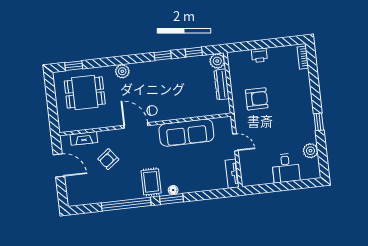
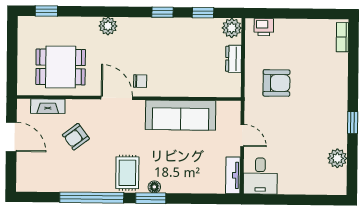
printer: (259, 55) -> (264, 27), moved
dresser: (222, 84) -> (234, 59), width x0.70
dining table: (85, 92) -> (61, 67), moved
desk: (286, 168) -> (260, 176), moved

